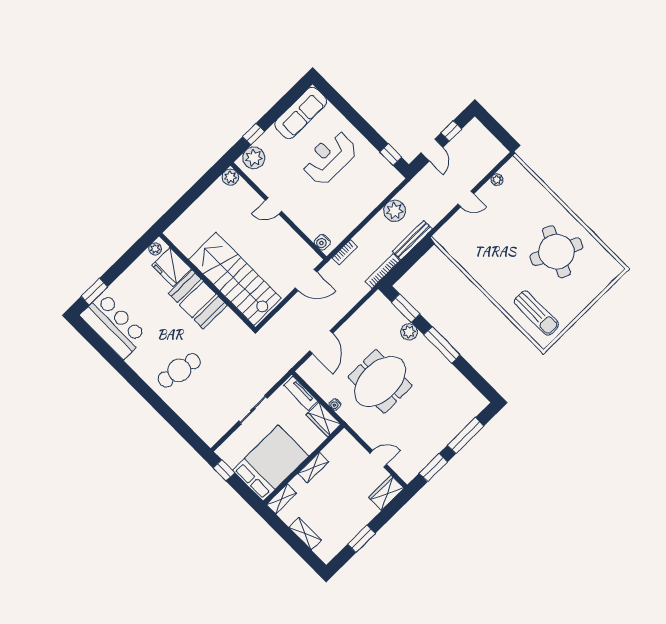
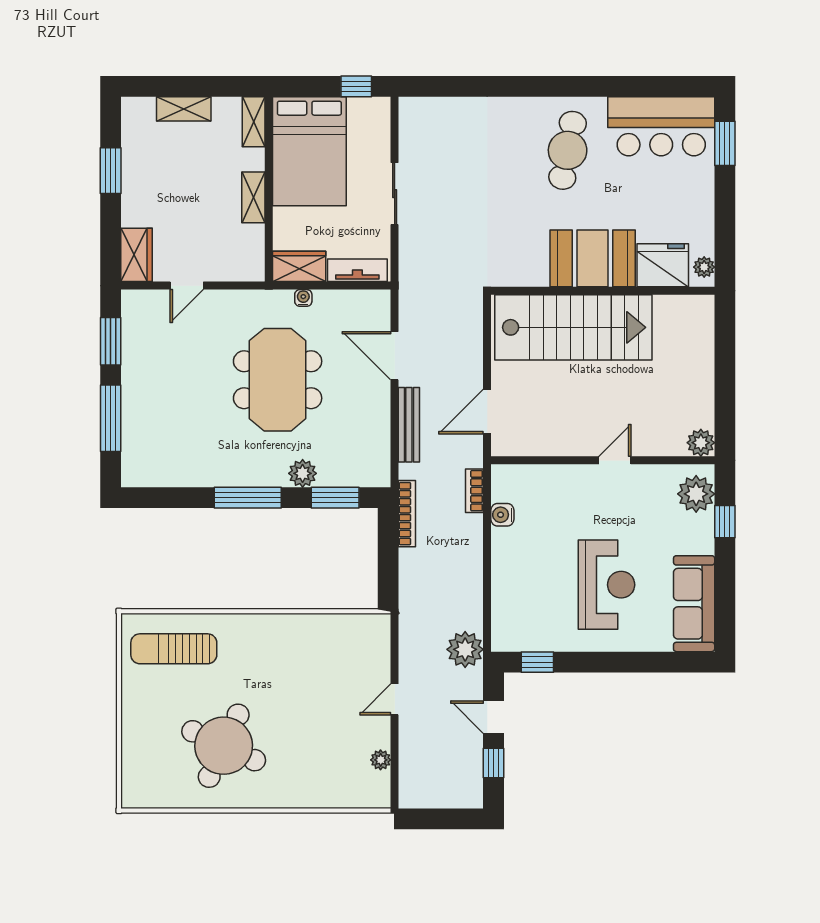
plant: (395, 211) -> (465, 649), moved
bench: (412, 240) -> (409, 425), moved
water cooler: (322, 242) -> (502, 515), moved, turned -90
cafe table: (179, 370) -> (568, 150), moved

